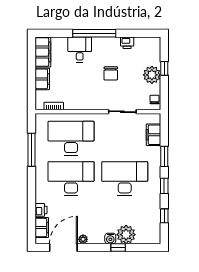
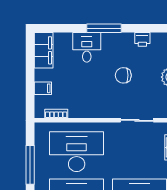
window: (94, 33) -> (104, 28), width x0.68
chair: (111, 73) -> (123, 75), turned 90
filing cabinet: (42, 79) -> (43, 88), width x0.50

